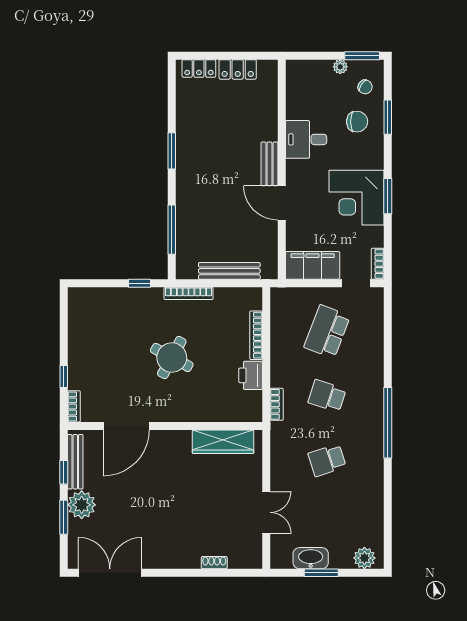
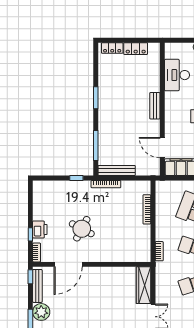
desk: (306, 139) -> (177, 75), moved, width x1.37
door: (282, 203) -> (162, 148), moved
bench: (229, 271) -> (117, 170), moved
round table: (172, 357) -> (82, 229), moved
printer: (251, 375) -> (40, 229), moved, turned 180
wardrobe: (223, 442) -> (143, 285), moved, turned 90
window: (64, 472) -> (30, 277), moved

